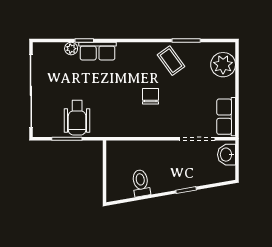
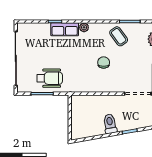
plant: (71, 49) -> (84, 27), moved
wheelchair: (77, 118) -> (50, 78), turned -90
toilet: (141, 183) -> (110, 124), moved

